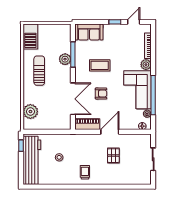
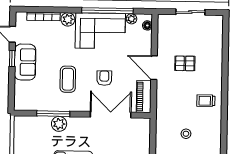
sofa: (89, 32) -> (25, 62), moved

